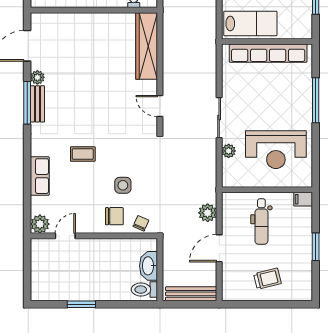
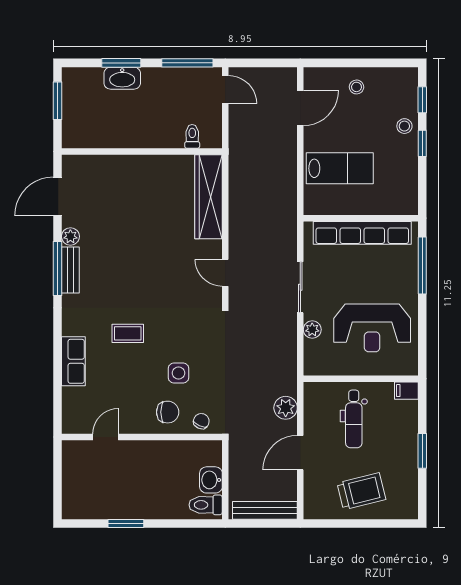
wall: (267, 41) -> (361, 218), moved
row of seats: (268, 53) -> (362, 233), moved
plant: (40, 224) -> (73, 422), removed
washbasin: (149, 266) -> (211, 480), width x0.72
trolley: (267, 279) -> (361, 491), width x1.36, depth x1.39

